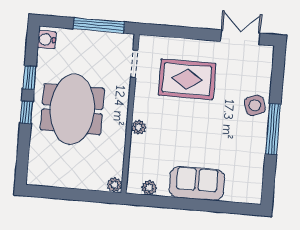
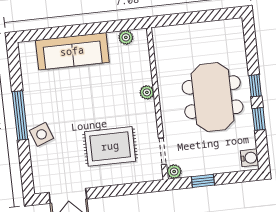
window: (99, 25) -> (203, 181), width x0.46
sofa: (197, 183) -> (72, 51), width x1.36
plant: (114, 185) -> (174, 172), moved

